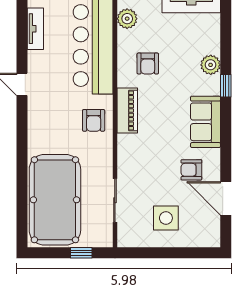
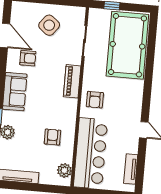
piano: (127, 111) -> (72, 81), moved
armchair: (94, 120) -> (95, 100), turned 180
side table: (166, 218) -> (49, 25), turned 38

